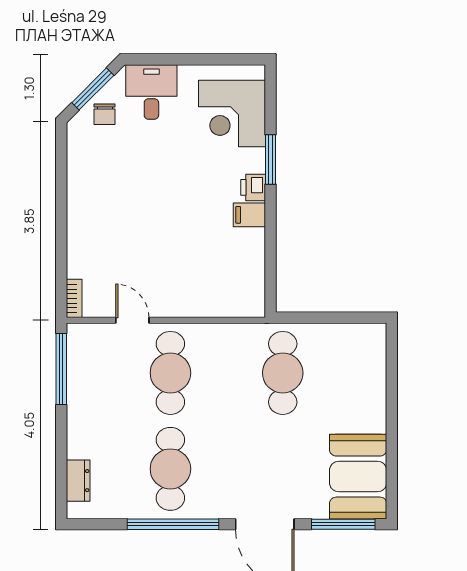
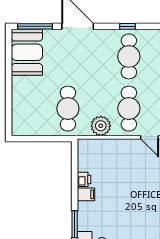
printer: (253, 187) -> (84, 179), moved
plant: (222, 341) -> (101, 126), added
window: (173, 524) -> (127, 26), width x0.32

